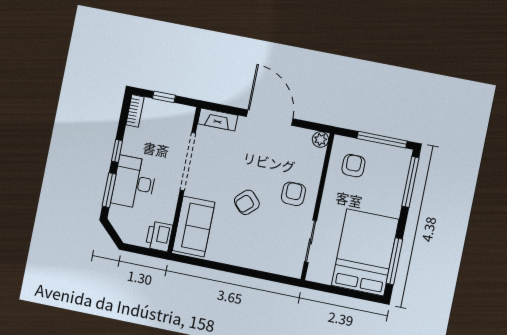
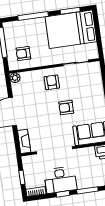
window: (410, 182) -> (33, 16), moved
desk: (134, 183) -> (60, 180), moved
armchair: (293, 194) -> (52, 82), turned 89
armchair: (247, 202) -> (66, 108), turned 133
window: (394, 261) -> (70, 11), width x0.69

